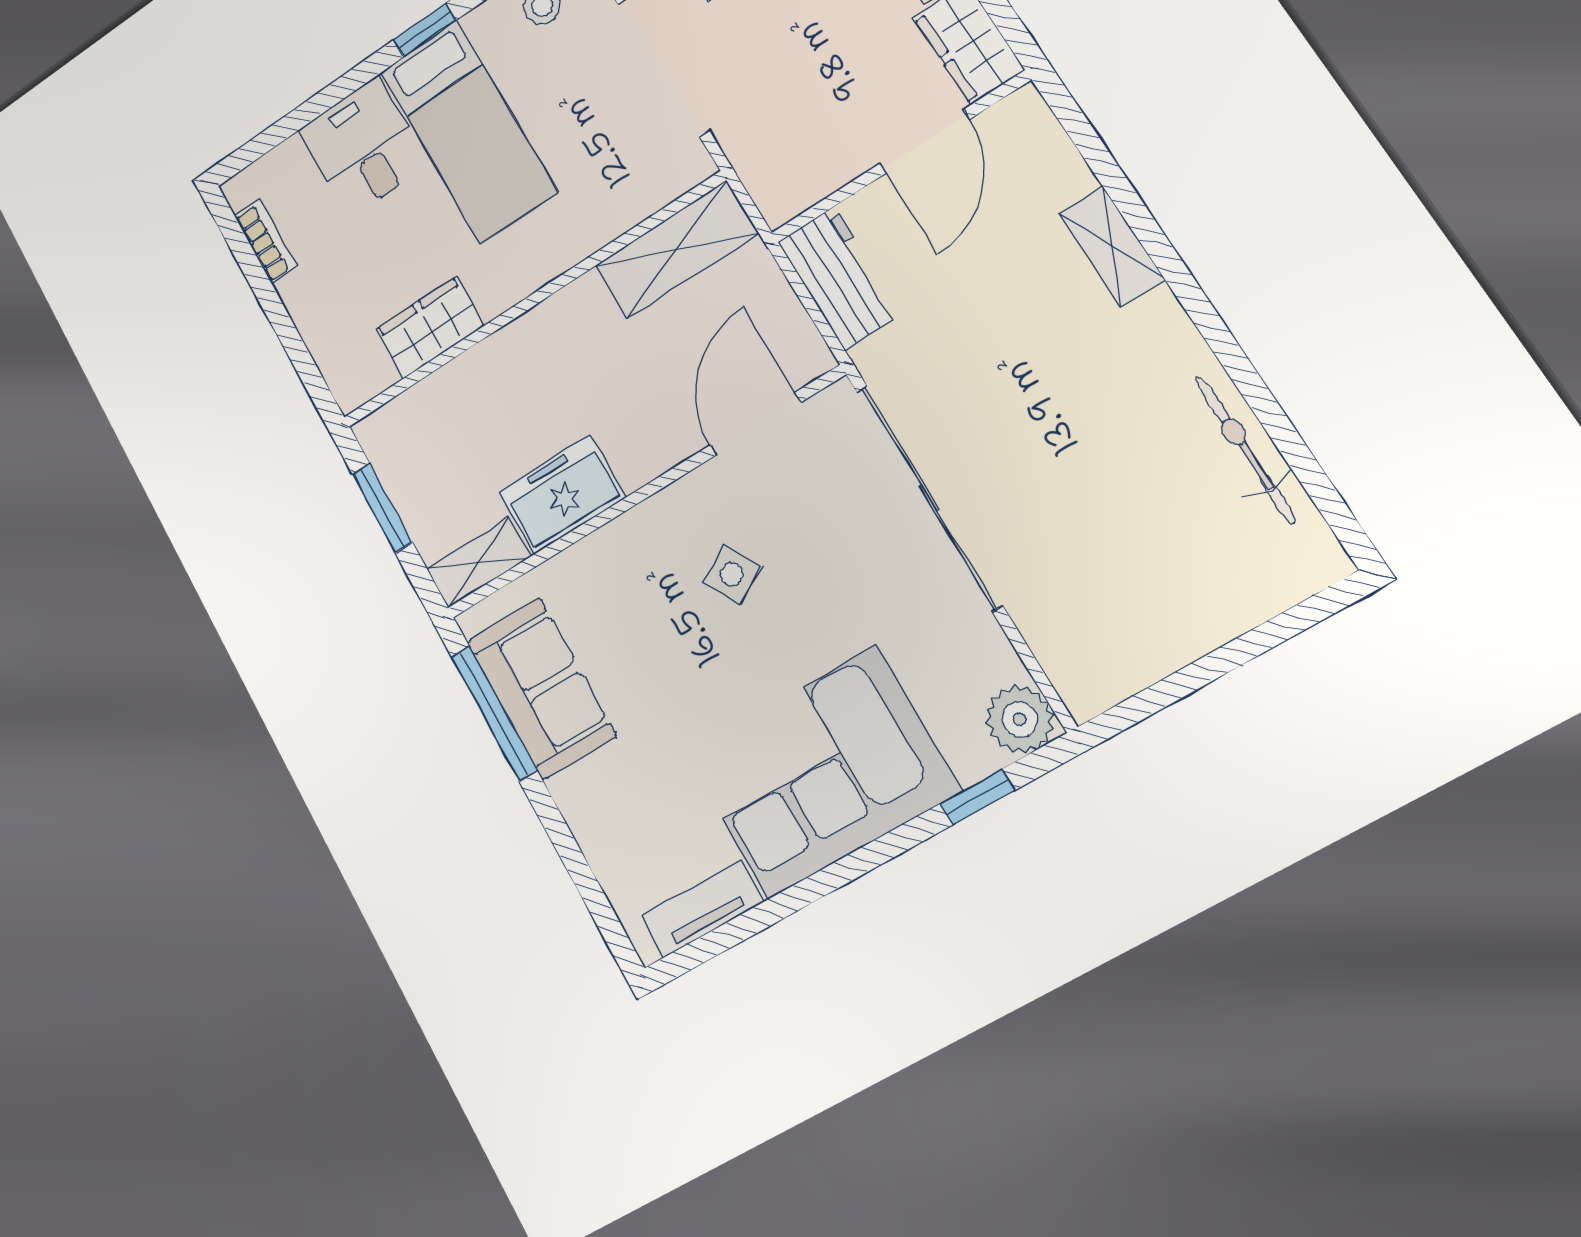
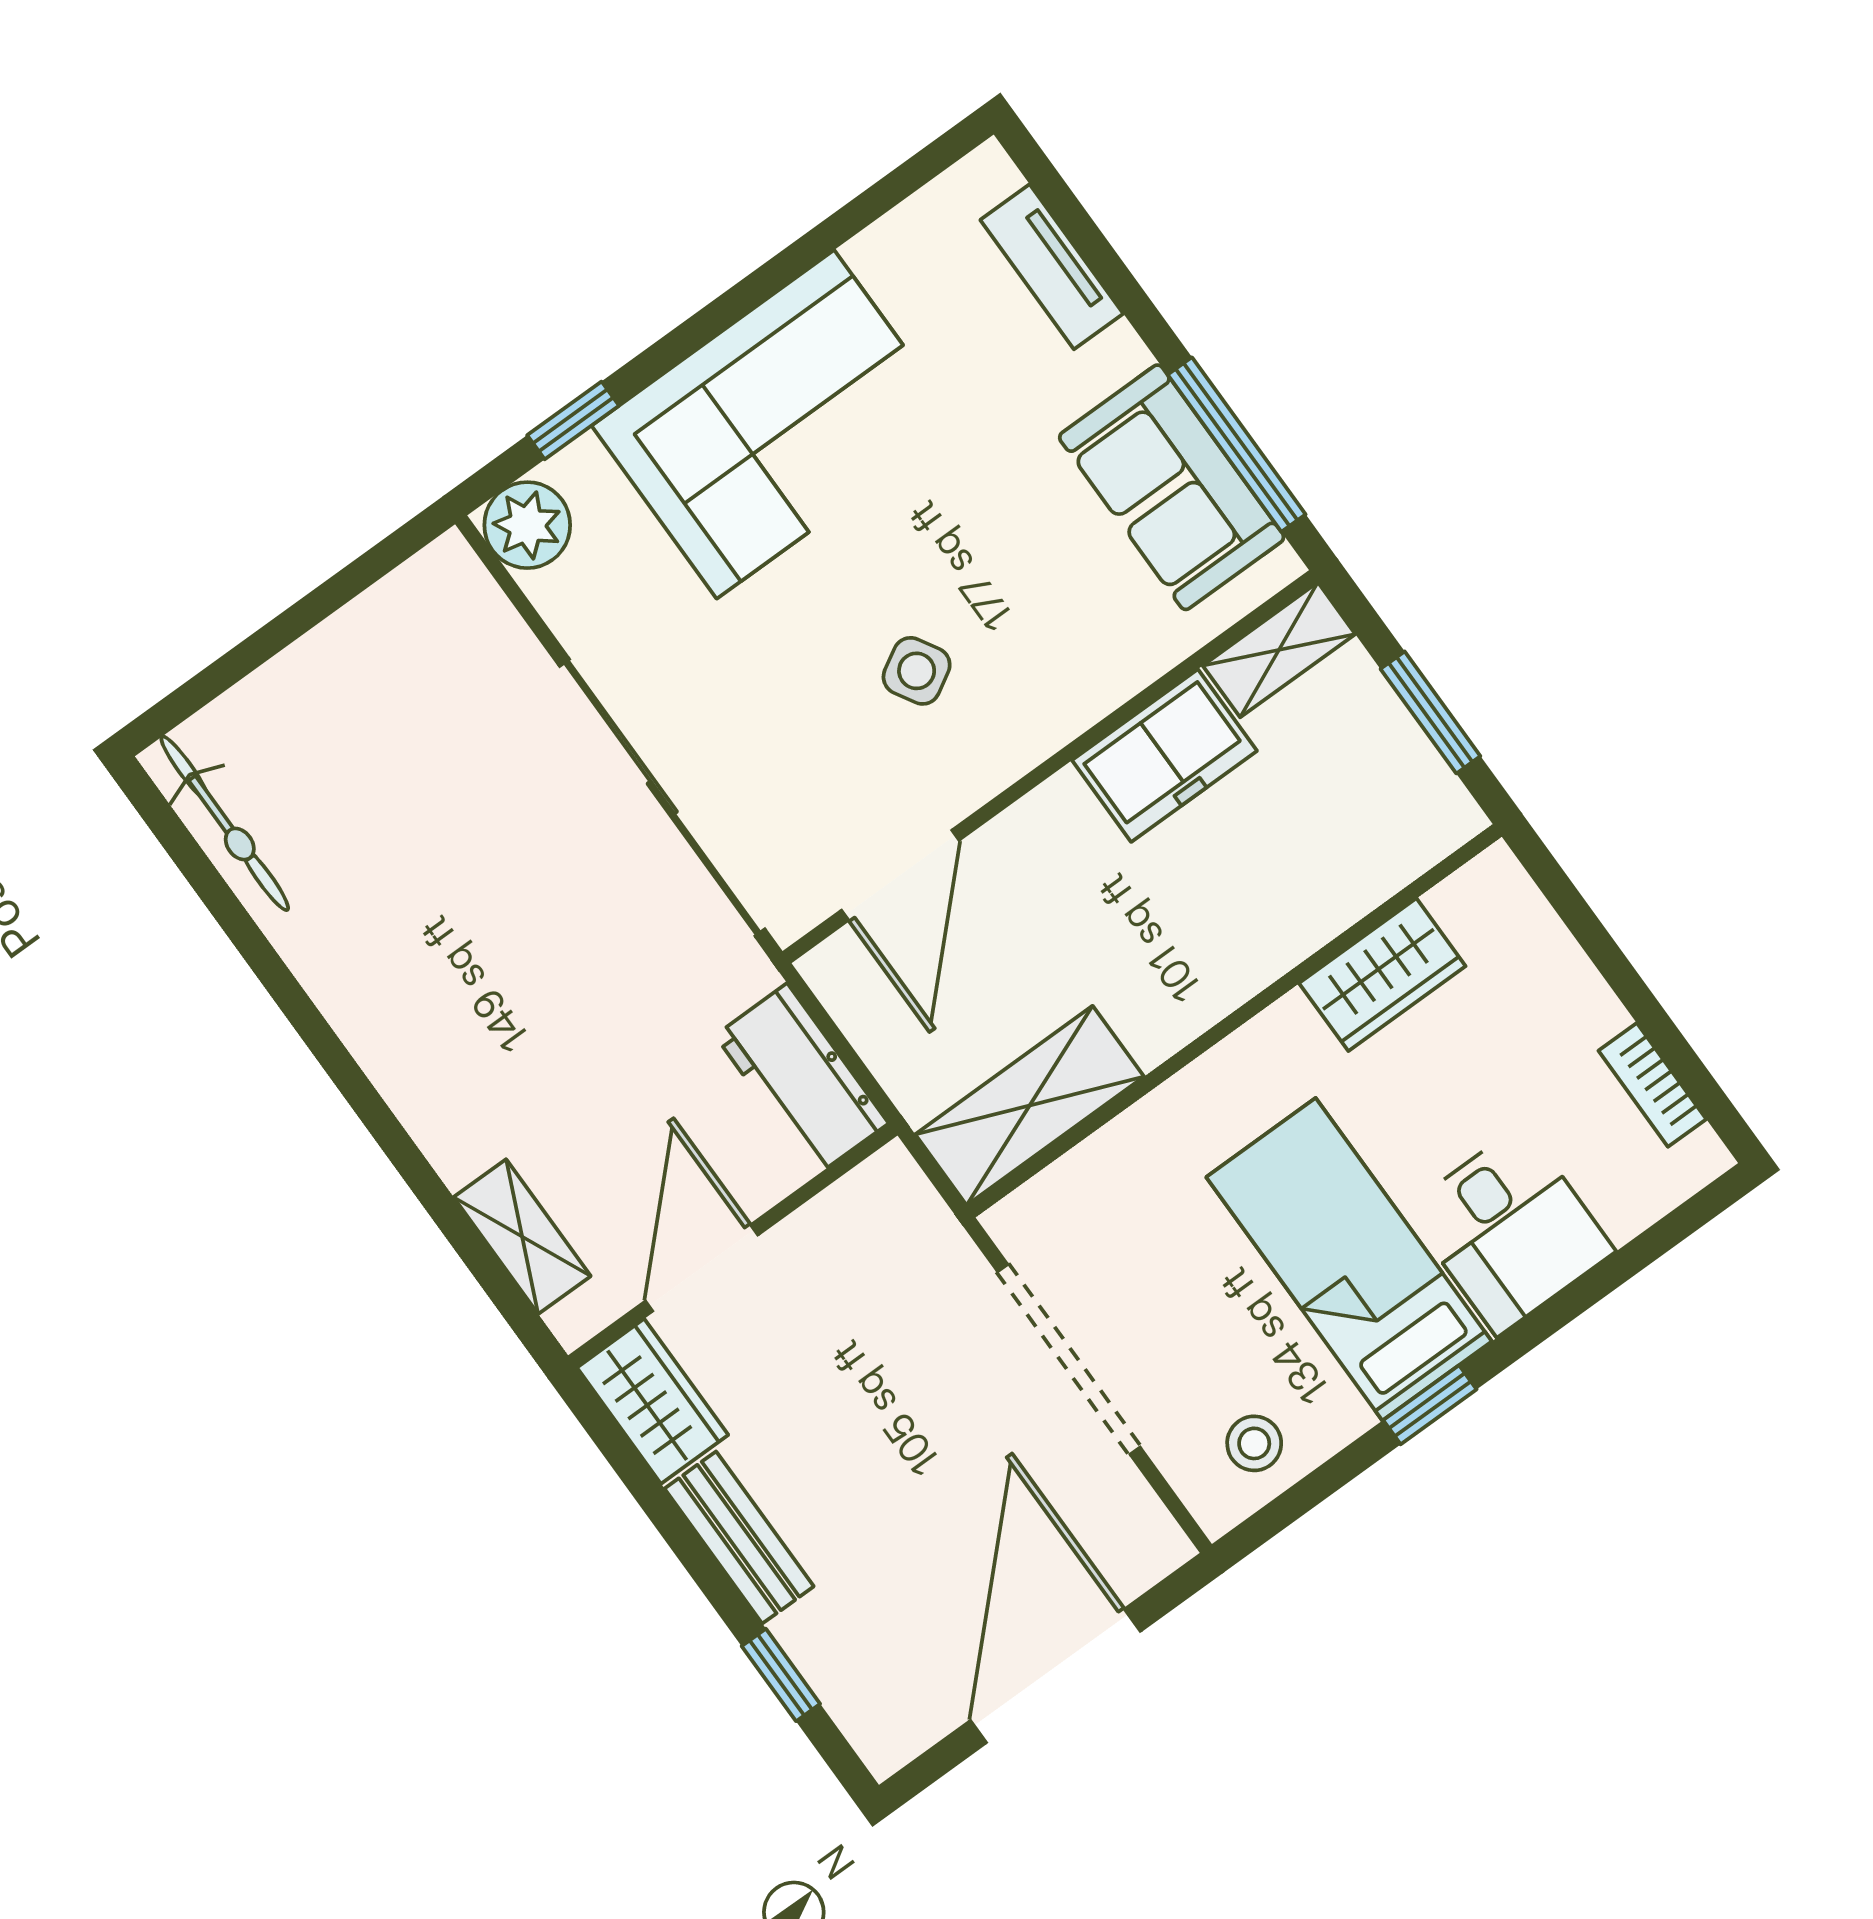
shelving: (1112, 246) -> (522, 1237), moved
bicycle: (1245, 450) -> (225, 823), moved
tv unit: (702, 909) -> (1052, 267), moved, turned 90

